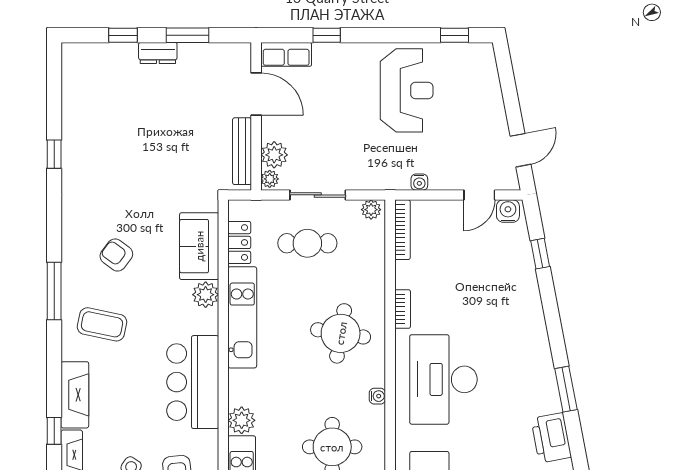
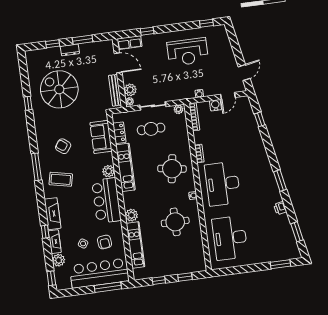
reception desk: (407, 90) -> (188, 52), turned 90
spiral stairs: (124, 134) -> (59, 89), added
water cooler: (508, 211) -> (215, 105), moved
plant: (206, 295) -> (109, 171), moved
printer: (551, 438) -> (280, 208), width x0.53, depth x0.68

